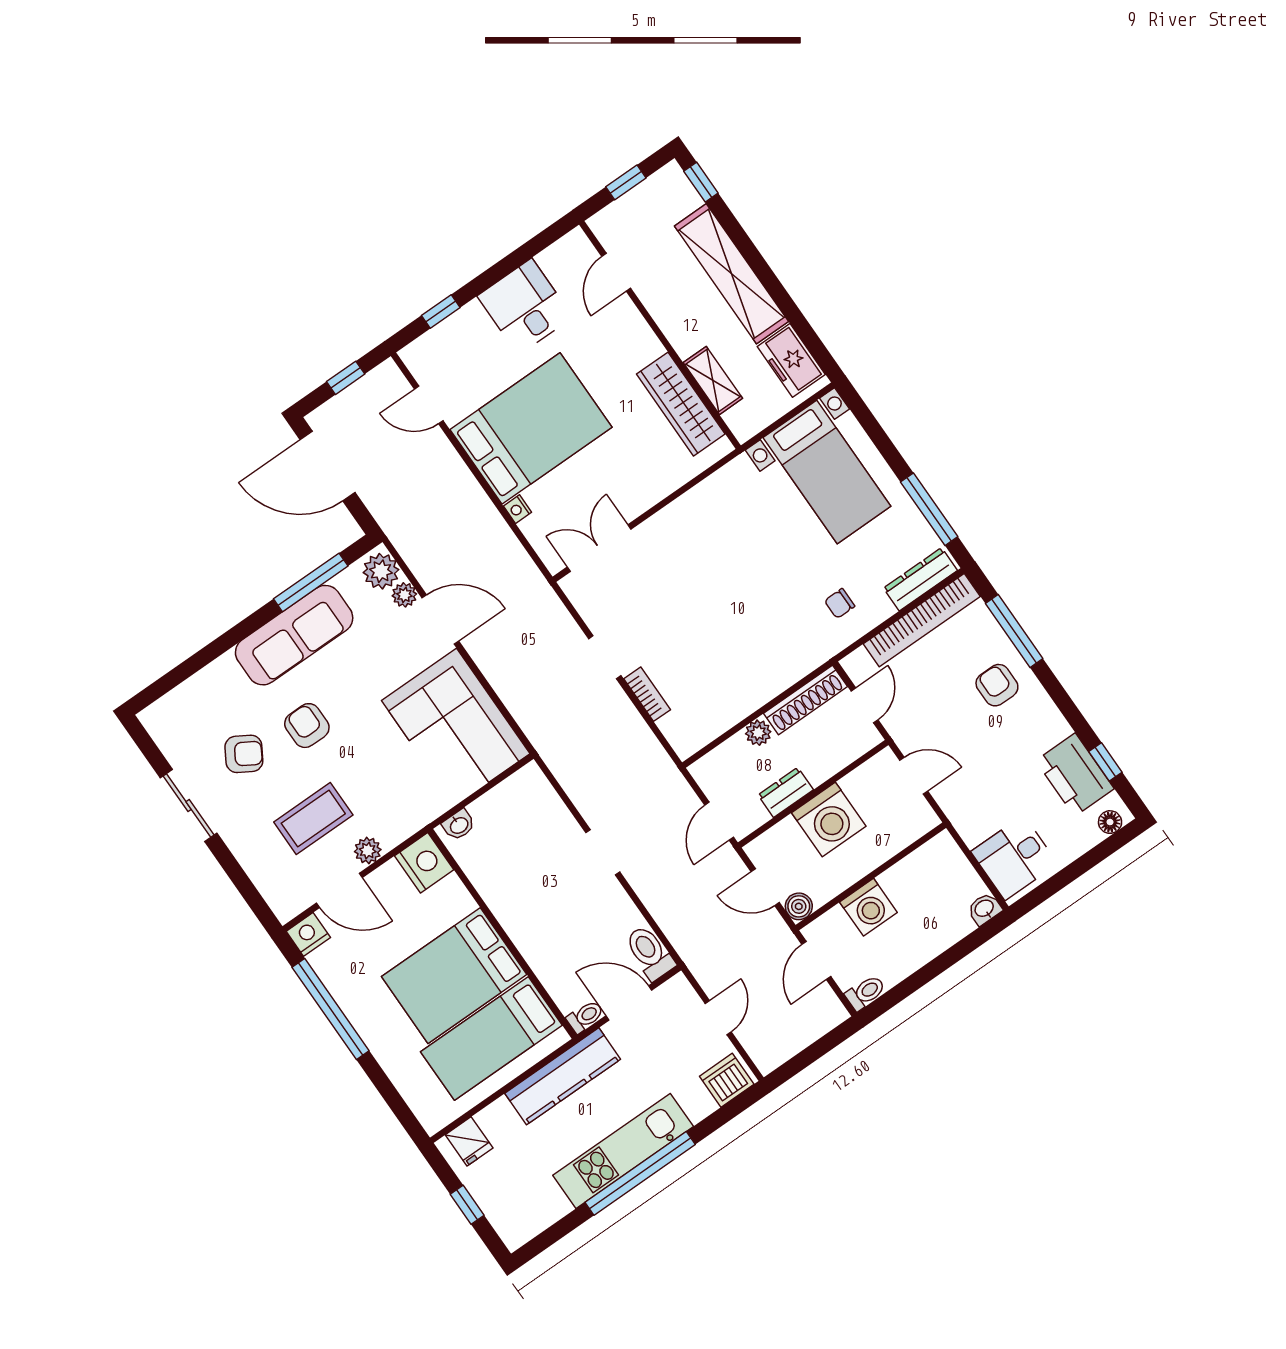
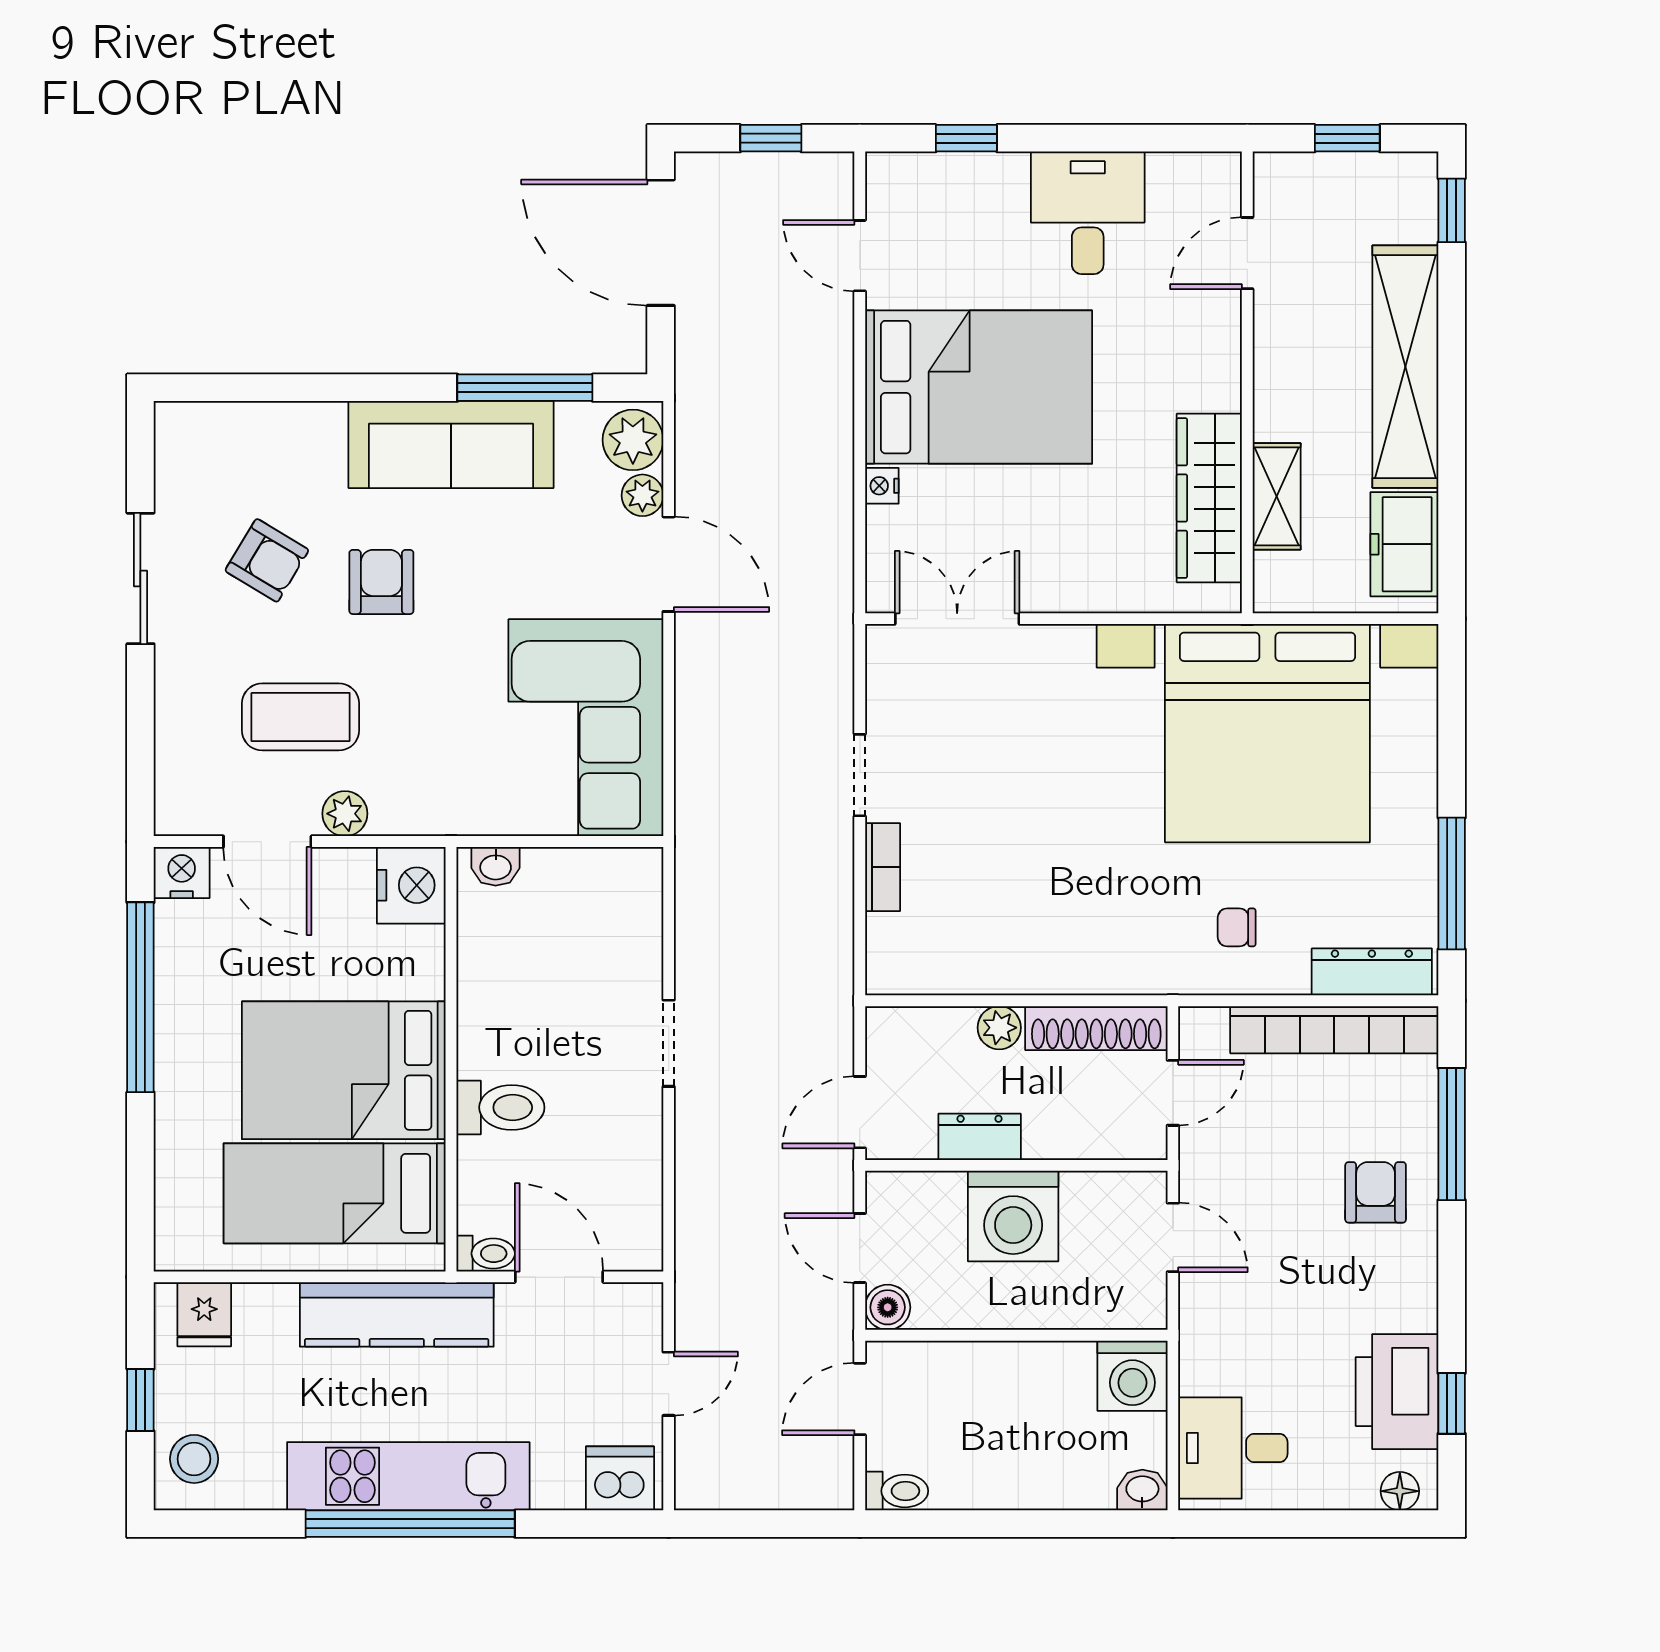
bed with nightstands: (827, 472) -> (1267, 733), width x1.85
washing machine: (868, 907) -> (1132, 1376), moved
toilet: (650, 953) -> (500, 1107), moved, turned 90
stool: (513, 1215) -> (194, 1459), added

